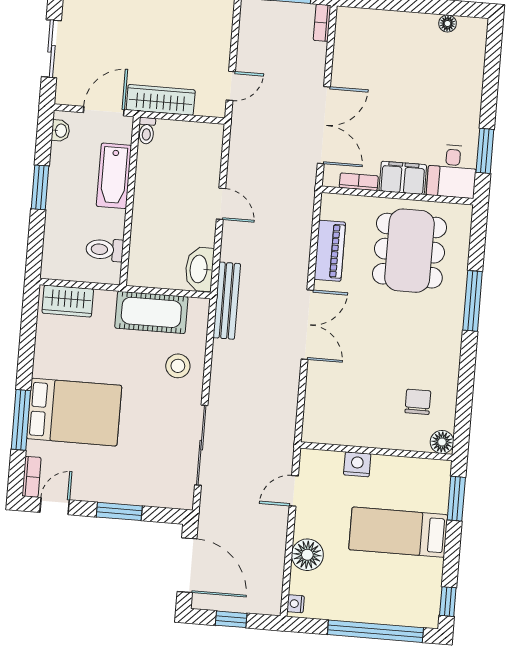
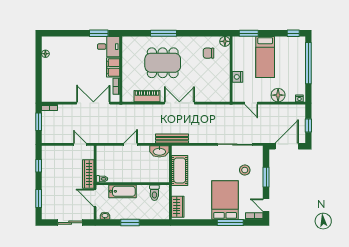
dining table: (409, 251) -> (163, 63), moved
stool: (178, 366) -> (245, 170), moved

